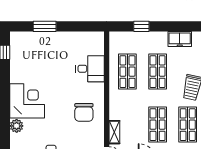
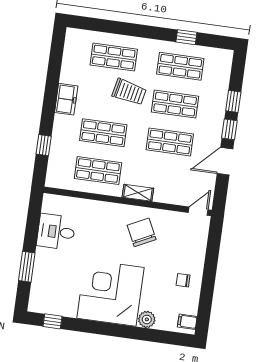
desk: (90, 69) -> (56, 232), moved, turned -90
corner desk: (27, 101) -> (111, 293), width x1.36, depth x1.36
chair: (84, 112) -> (142, 232), turned -116
shelving: (114, 132) -> (138, 193), moved

